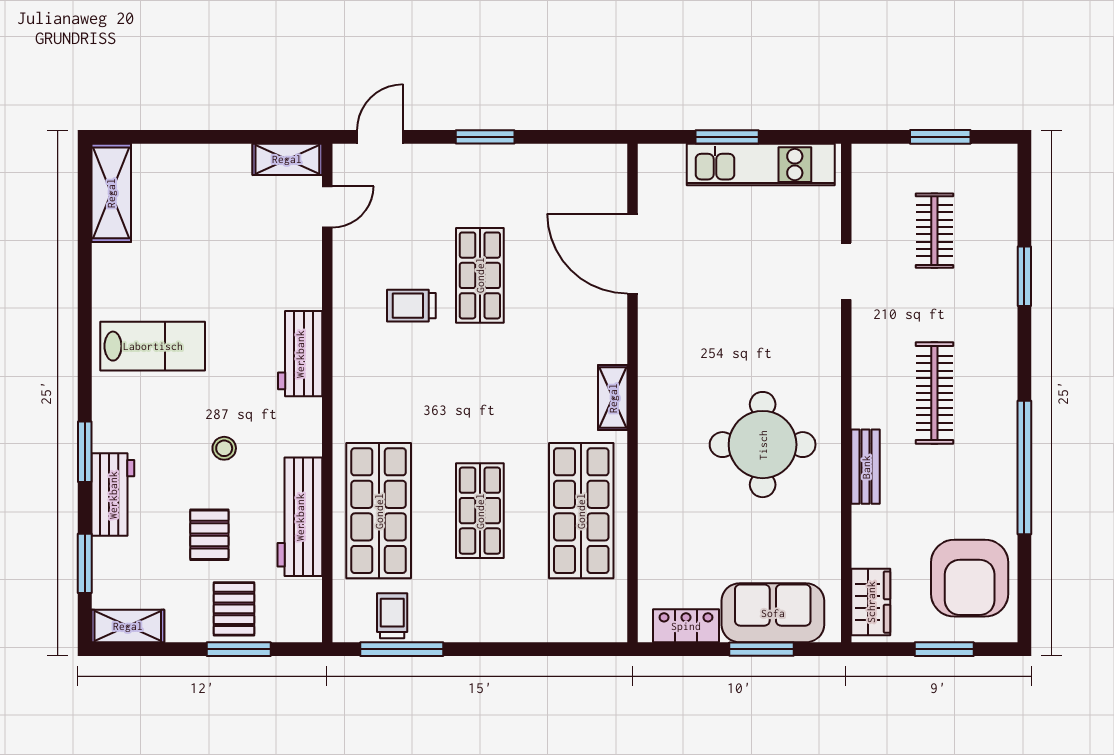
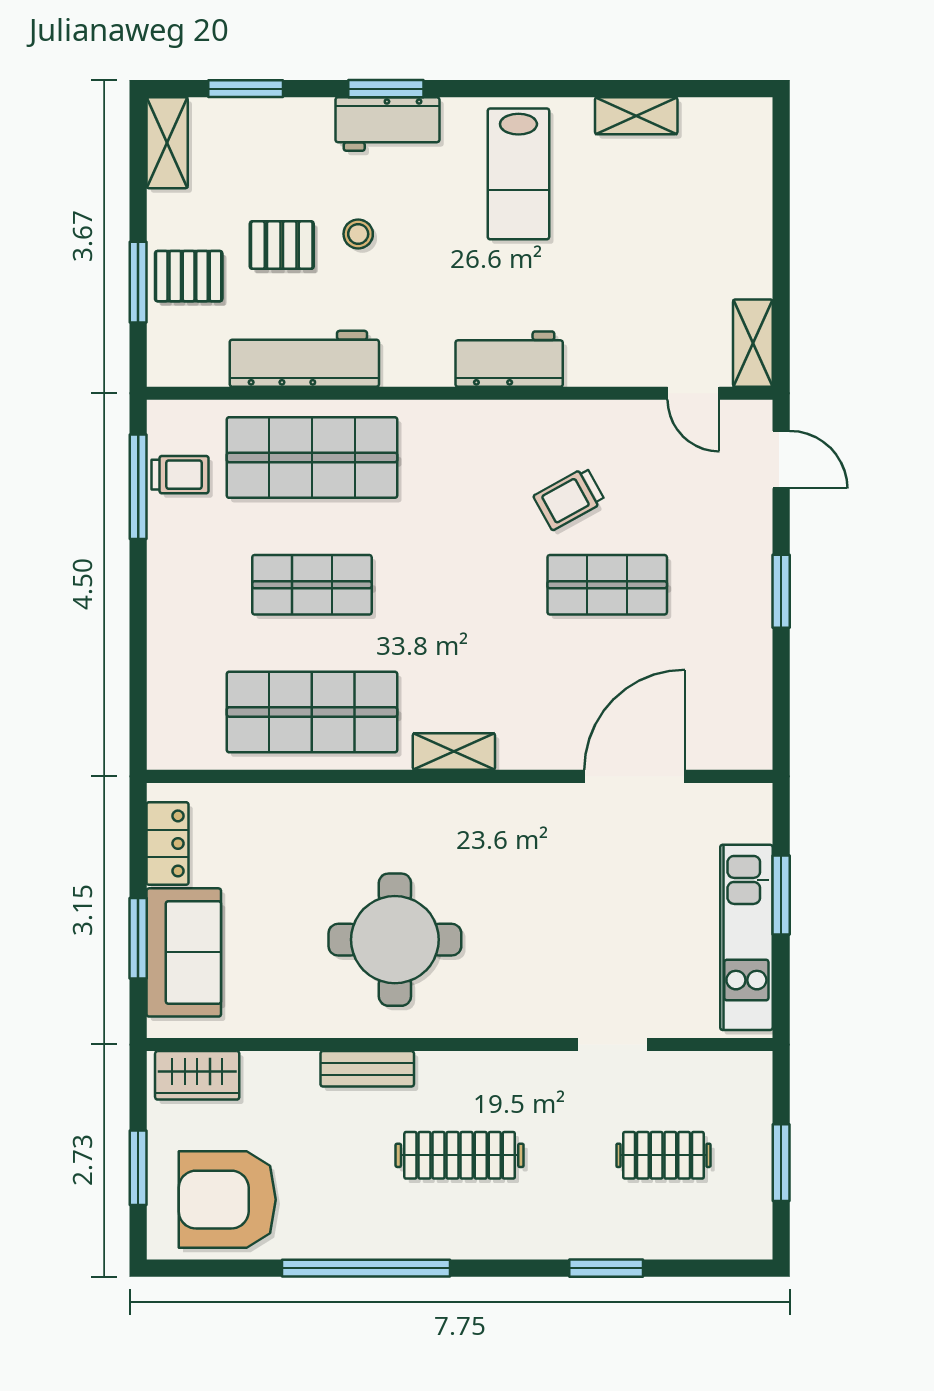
shelving: (111, 193) -> (636, 116), moved, width x0.67, depth x0.75
trolley: (411, 306) -> (569, 499), turned -119
stool: (224, 448) -> (358, 234), moved
workbench: (113, 495) -> (387, 124), moved

